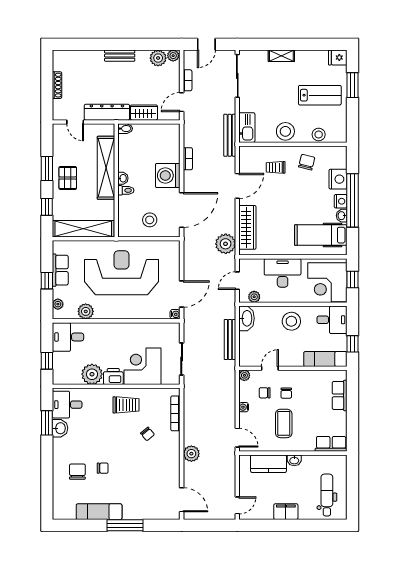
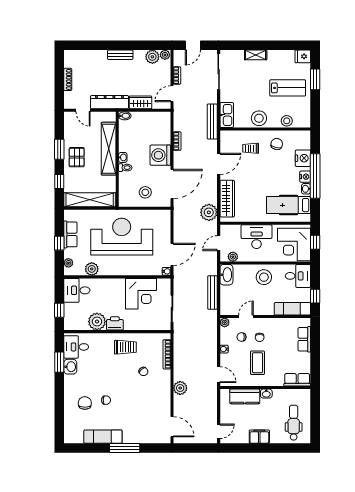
corner desk: (143, 366) -> (141, 294), moved, turned 180

